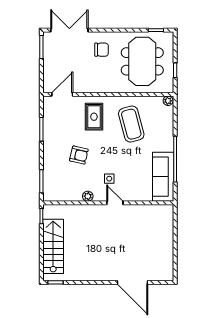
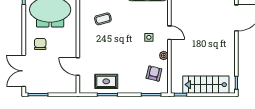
door: (62, 94) -> (78, 66), moved
rug: (94, 117) -> (106, 81), moved
coffee table: (131, 124) -> (103, 19), width x0.54, depth x0.58
armchair: (79, 155) -> (154, 74), moved
door: (115, 203) -> (169, 33), swing flipped

